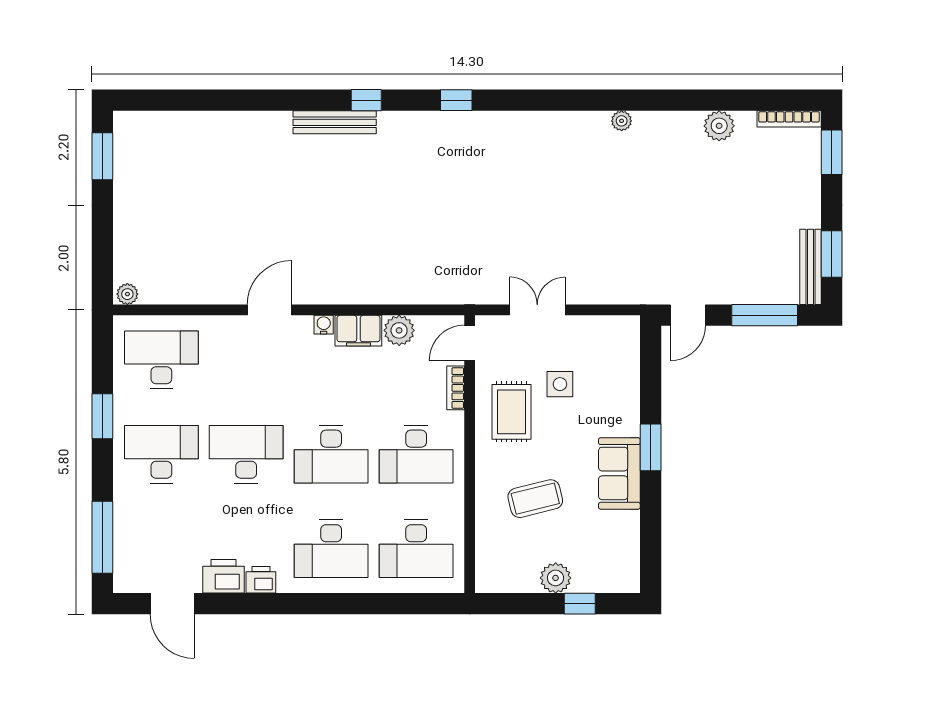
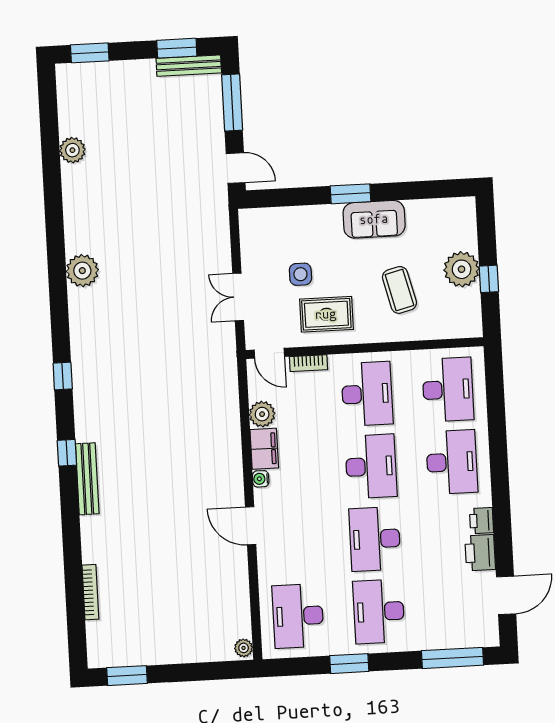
bookcase: (789, 119) -> (90, 592), moved
plant: (622, 121) -> (82, 271), moved, width x1.87, depth x1.87
plant: (556, 578) -> (462, 269), width x1.36, depth x1.36
window: (580, 604) -> (489, 279), moved

